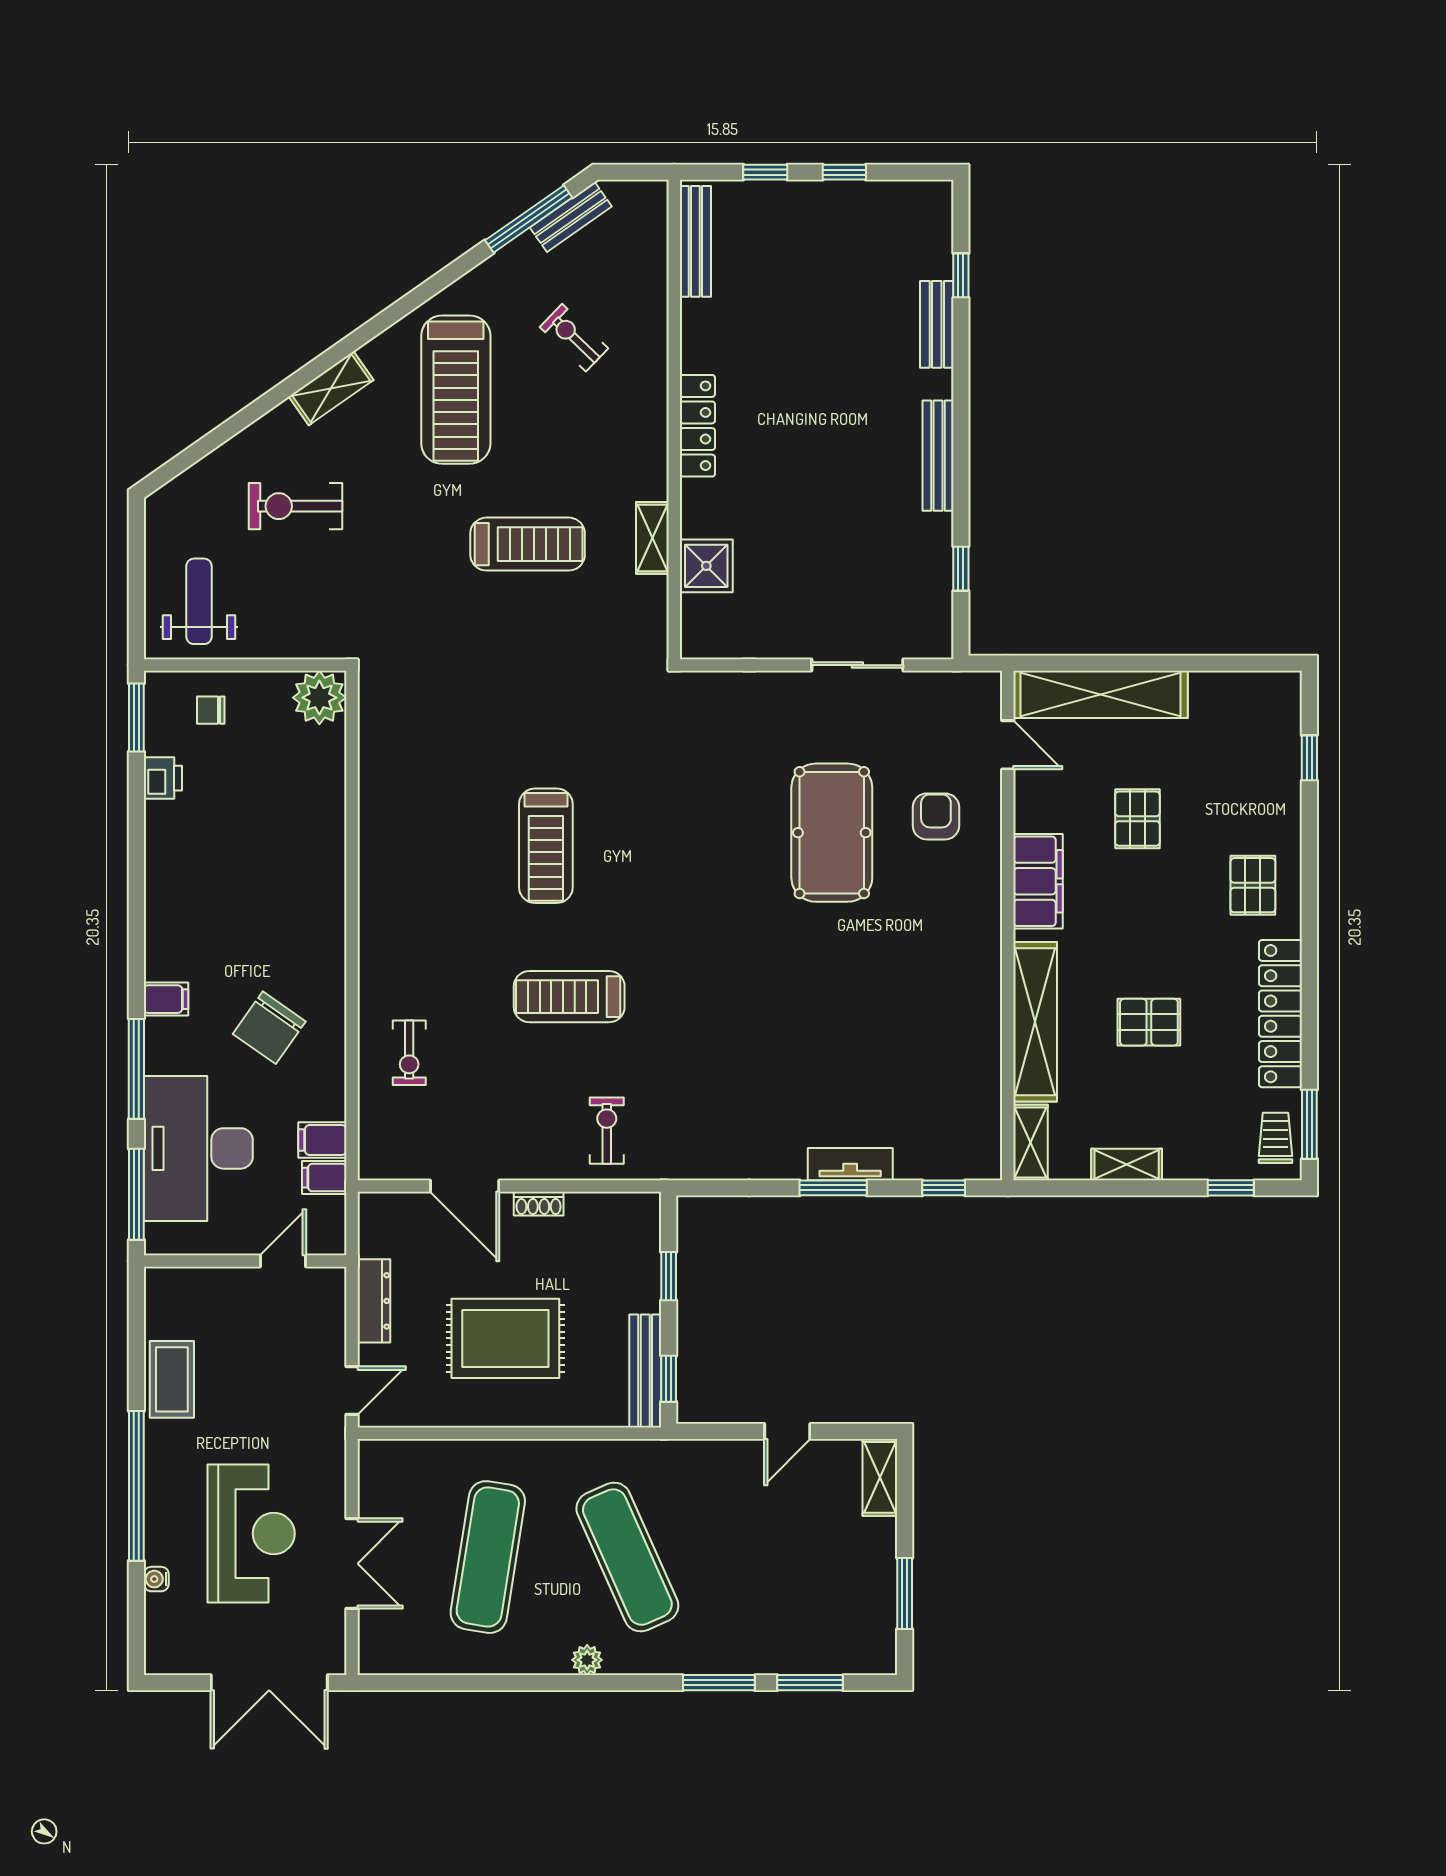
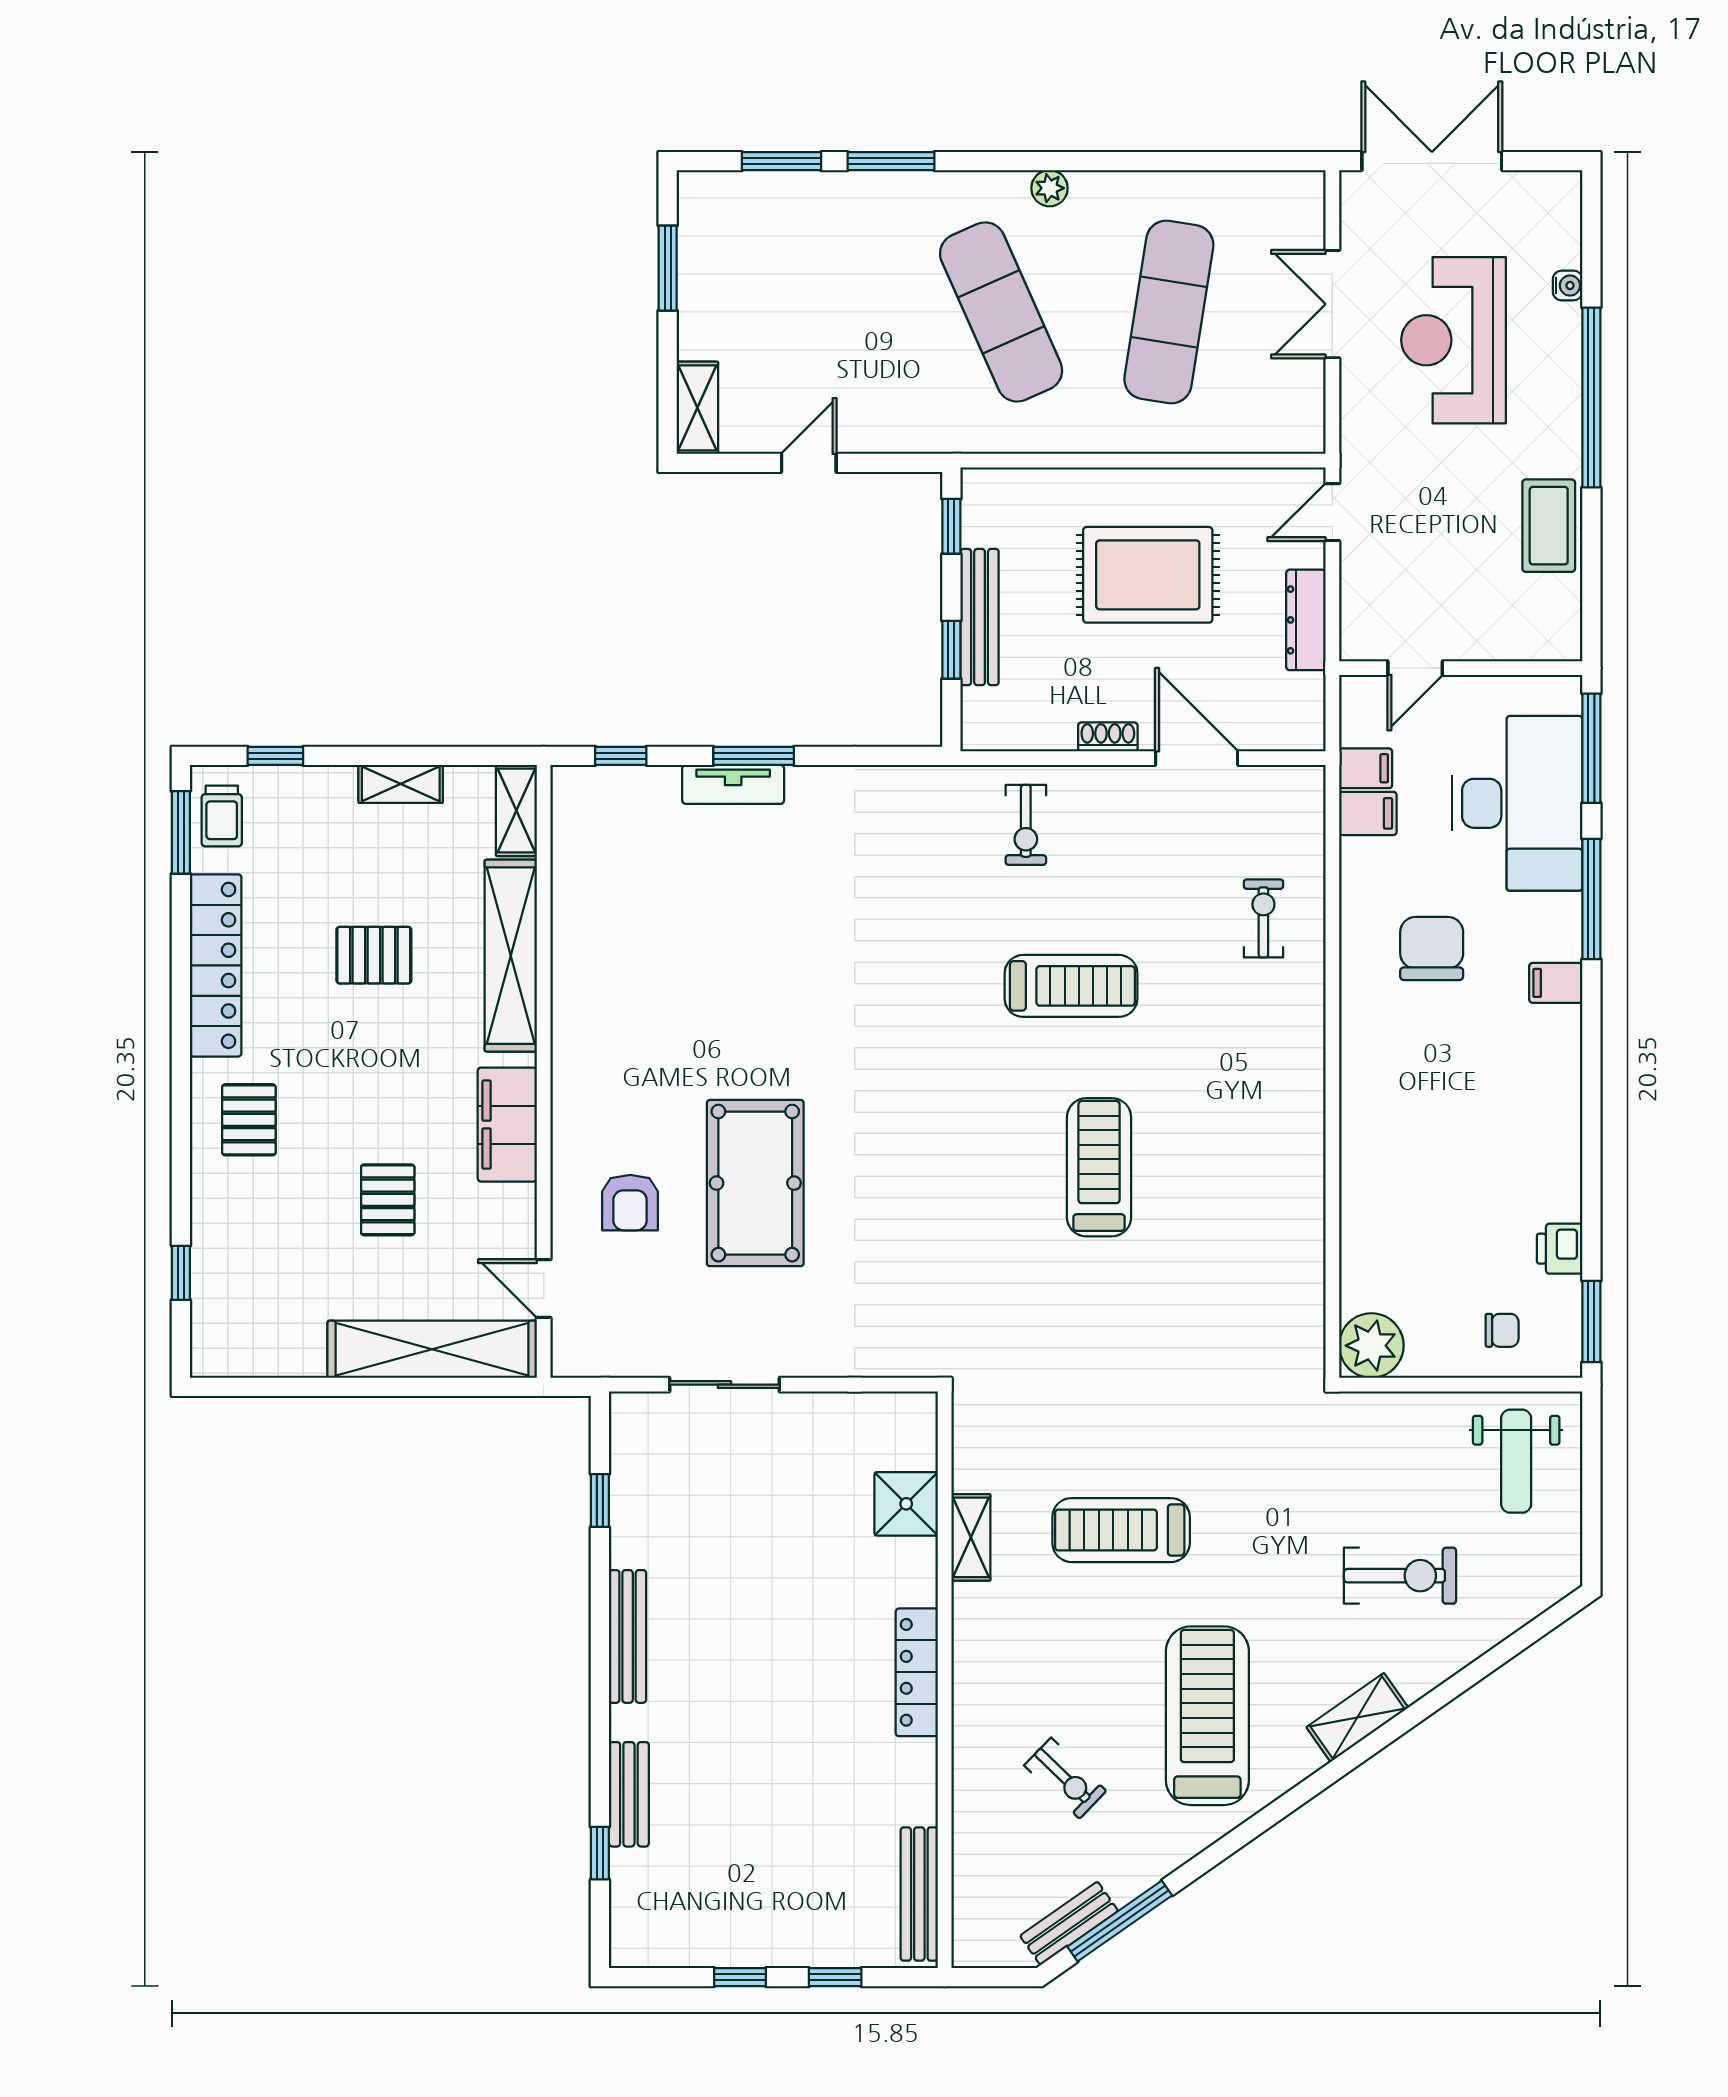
chair: (269, 1028) -> (1432, 948), turned -35
bench: (645, 1371) -> (980, 617), moved

